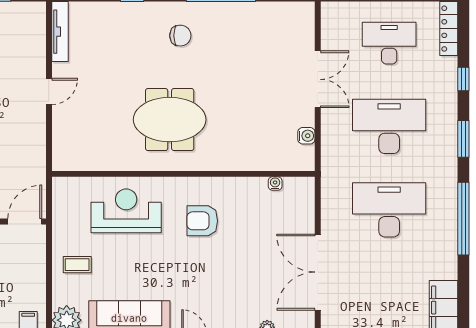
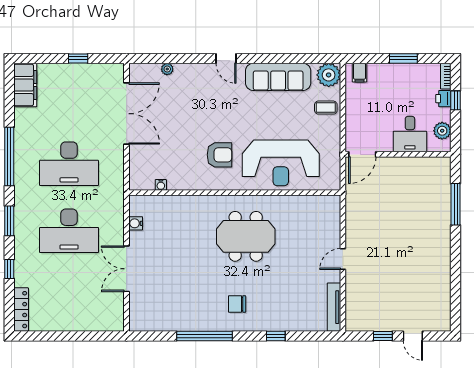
desk: (389, 43) -> (69, 298), removed
reception desk: (126, 211) -> (281, 163), width x1.36, depth x1.30
coffee table: (77, 265) -> (326, 108), moved

